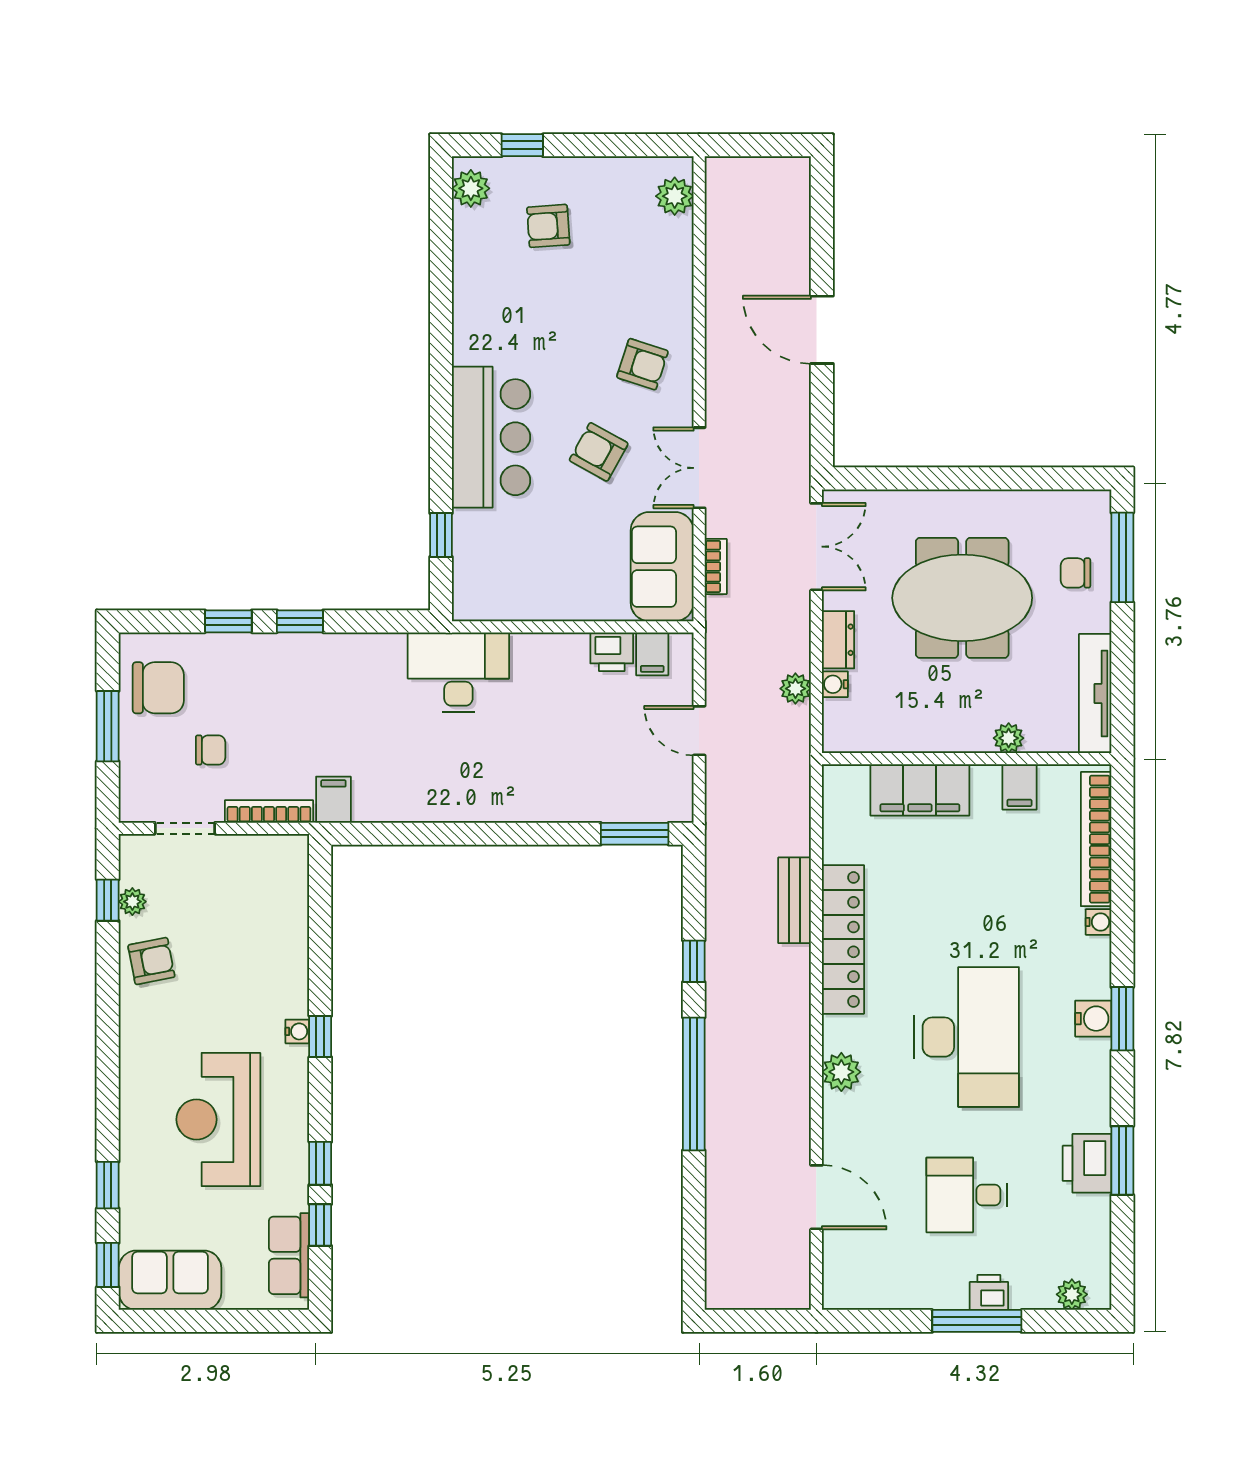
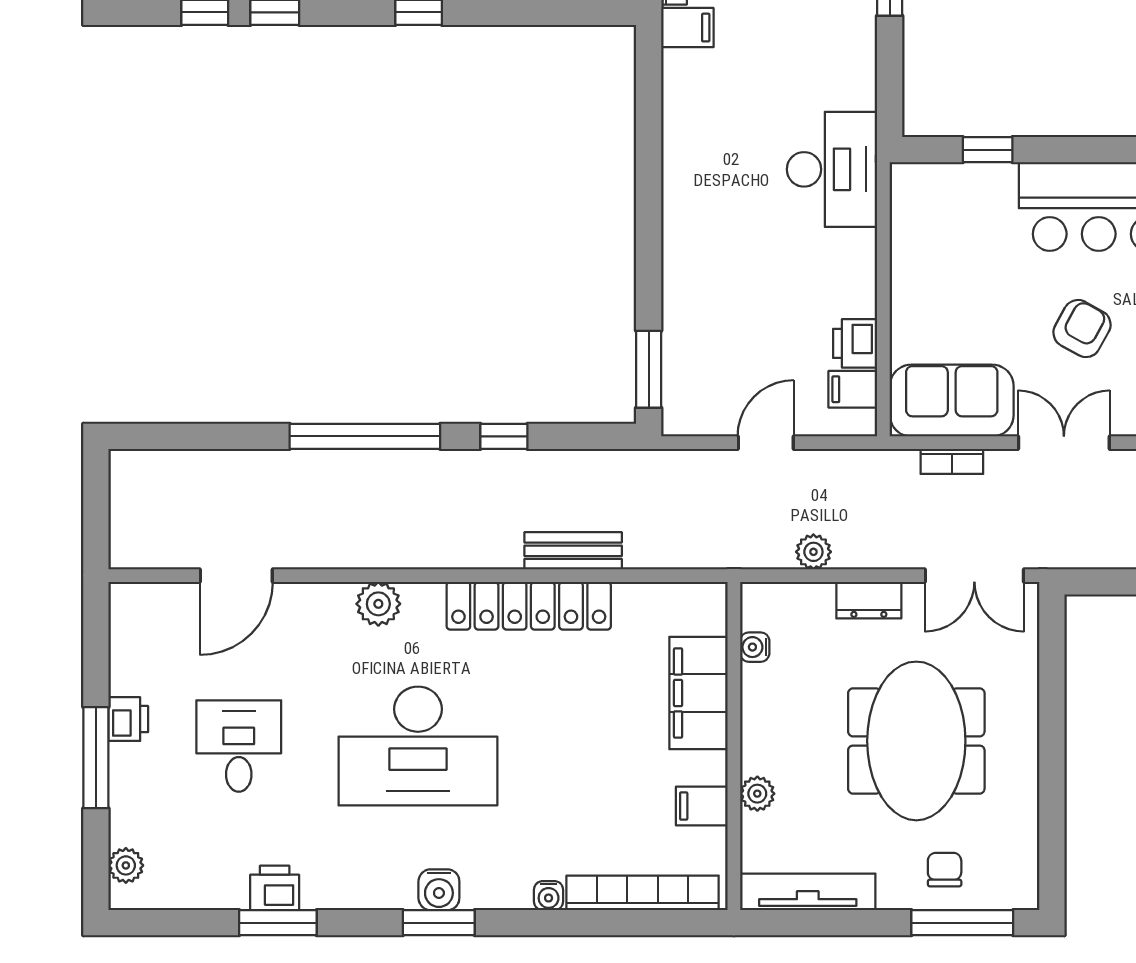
water cooler: (835, 684) -> (755, 647), moved, turned -90
printer: (1087, 1163) -> (275, 888), width x0.73, depth x0.81
printer: (989, 1292) -> (128, 719), moved

